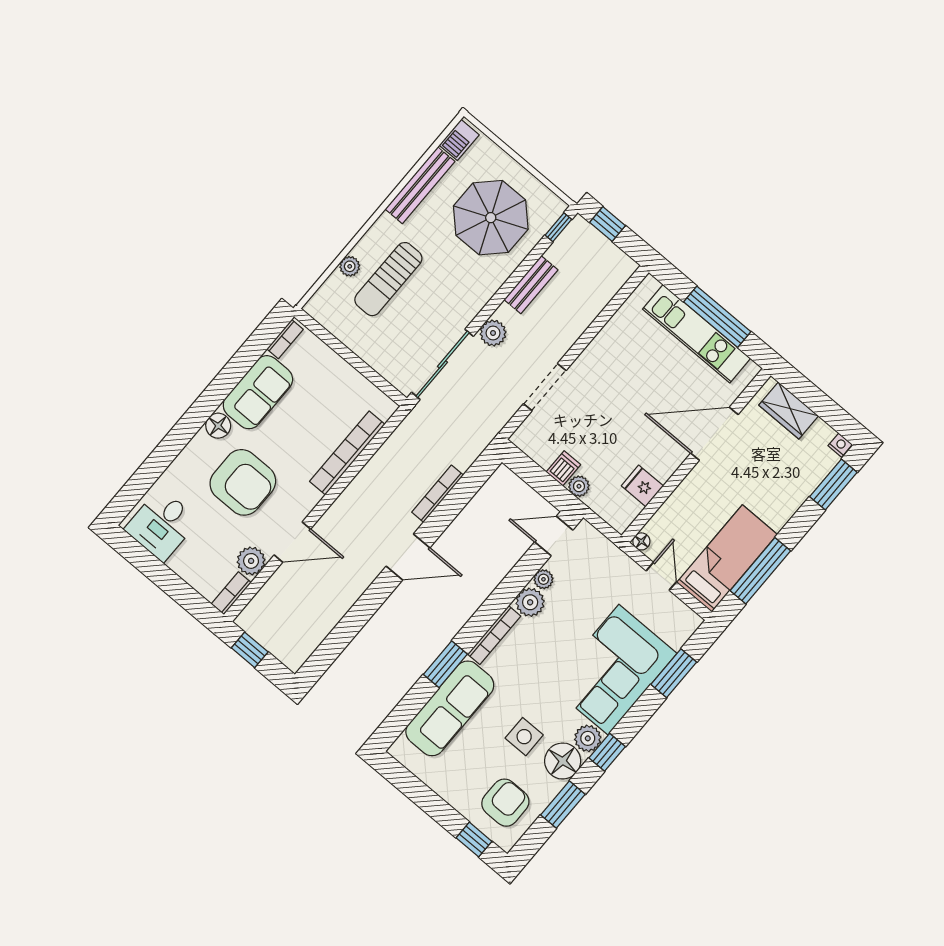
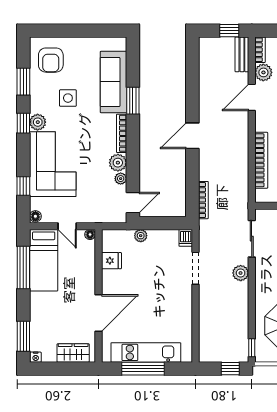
bench: (531, 285) -> (242, 54), moved
sliding door: (443, 364) -> (252, 239), width x0.73
dishwasher: (563, 468) -> (186, 238), moved
bookcase: (438, 494) -> (203, 200), moved
window: (674, 673) -> (23, 186), width x0.67
floor lamp: (563, 761) -> (35, 216), moved, width x0.53, depth x0.53
window: (474, 840) -> (51, 31), removed

